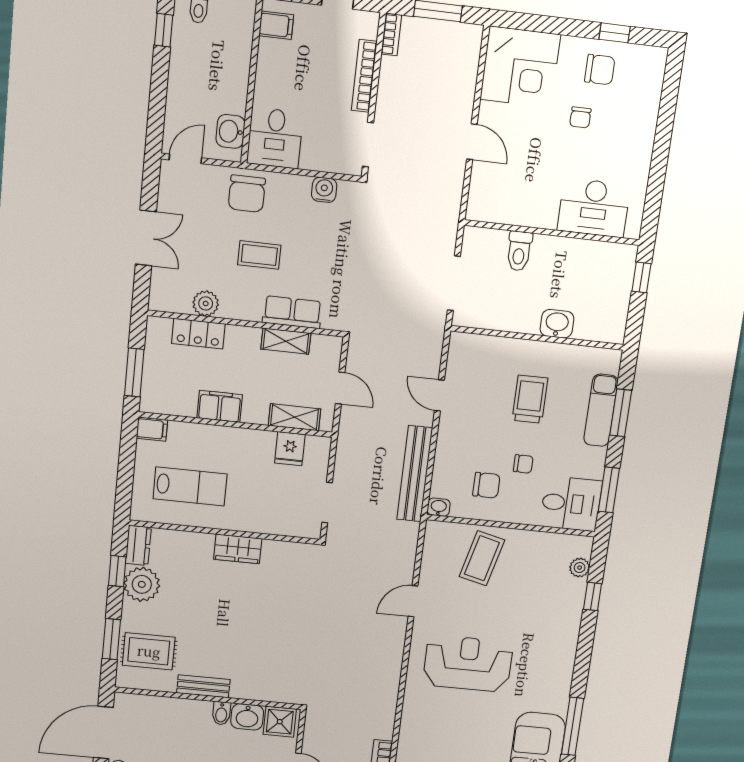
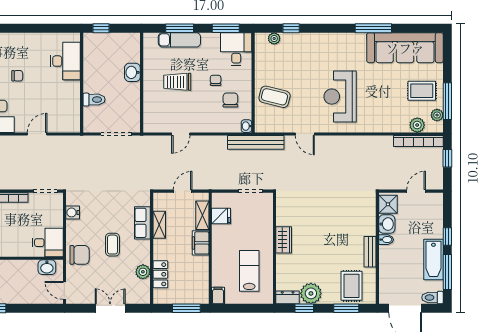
filing cabinet: (220, 406) -> (201, 243), moved
bench: (415, 474) -> (256, 142), moved

